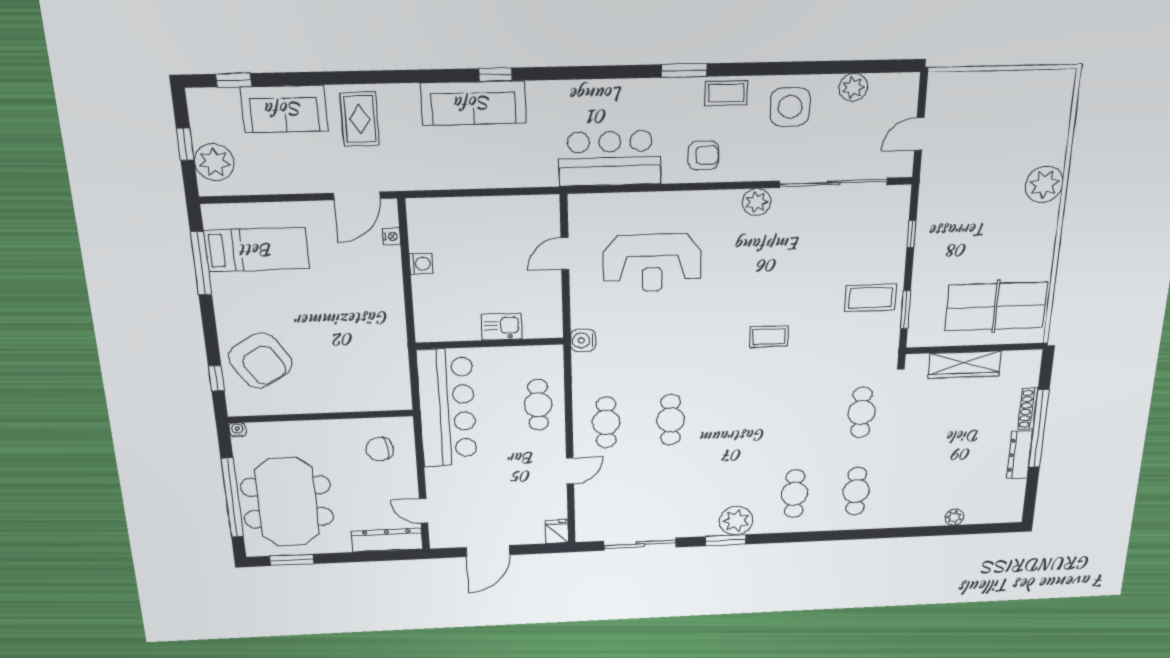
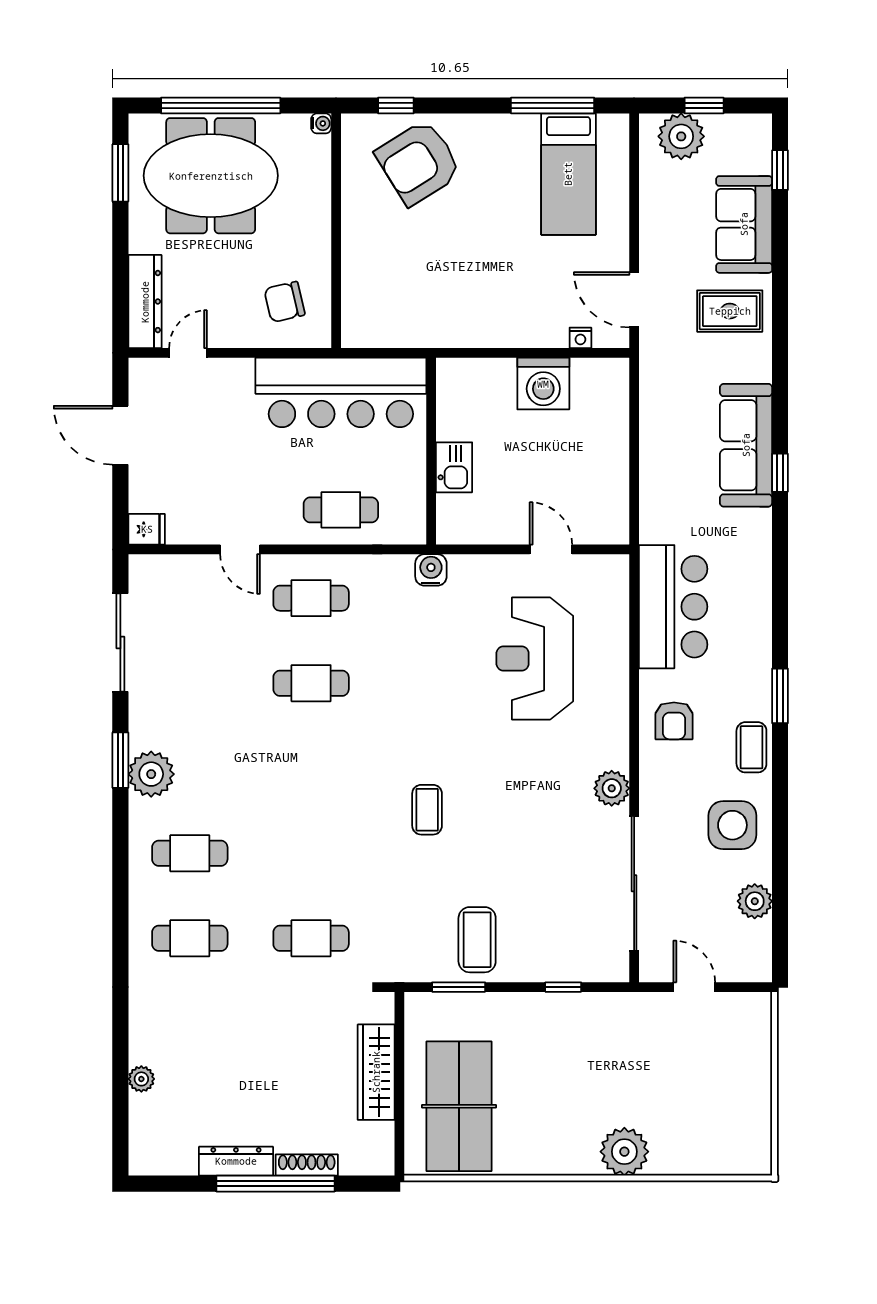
washing machine: (421, 264) -> (543, 384), width x1.89, depth x1.89
chair: (380, 449) -> (284, 302), turned -93

